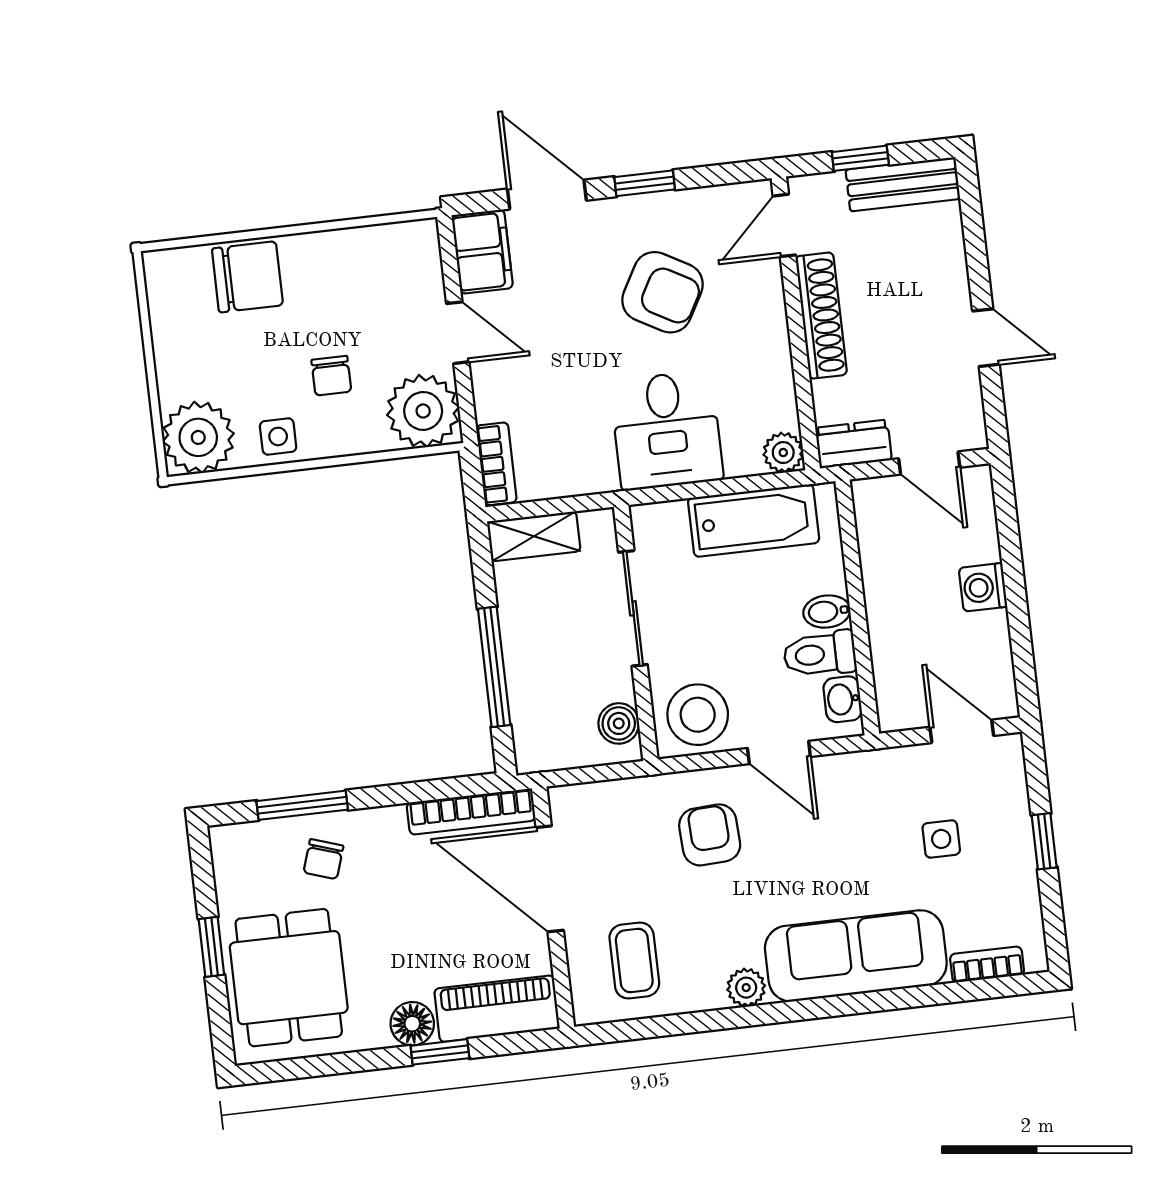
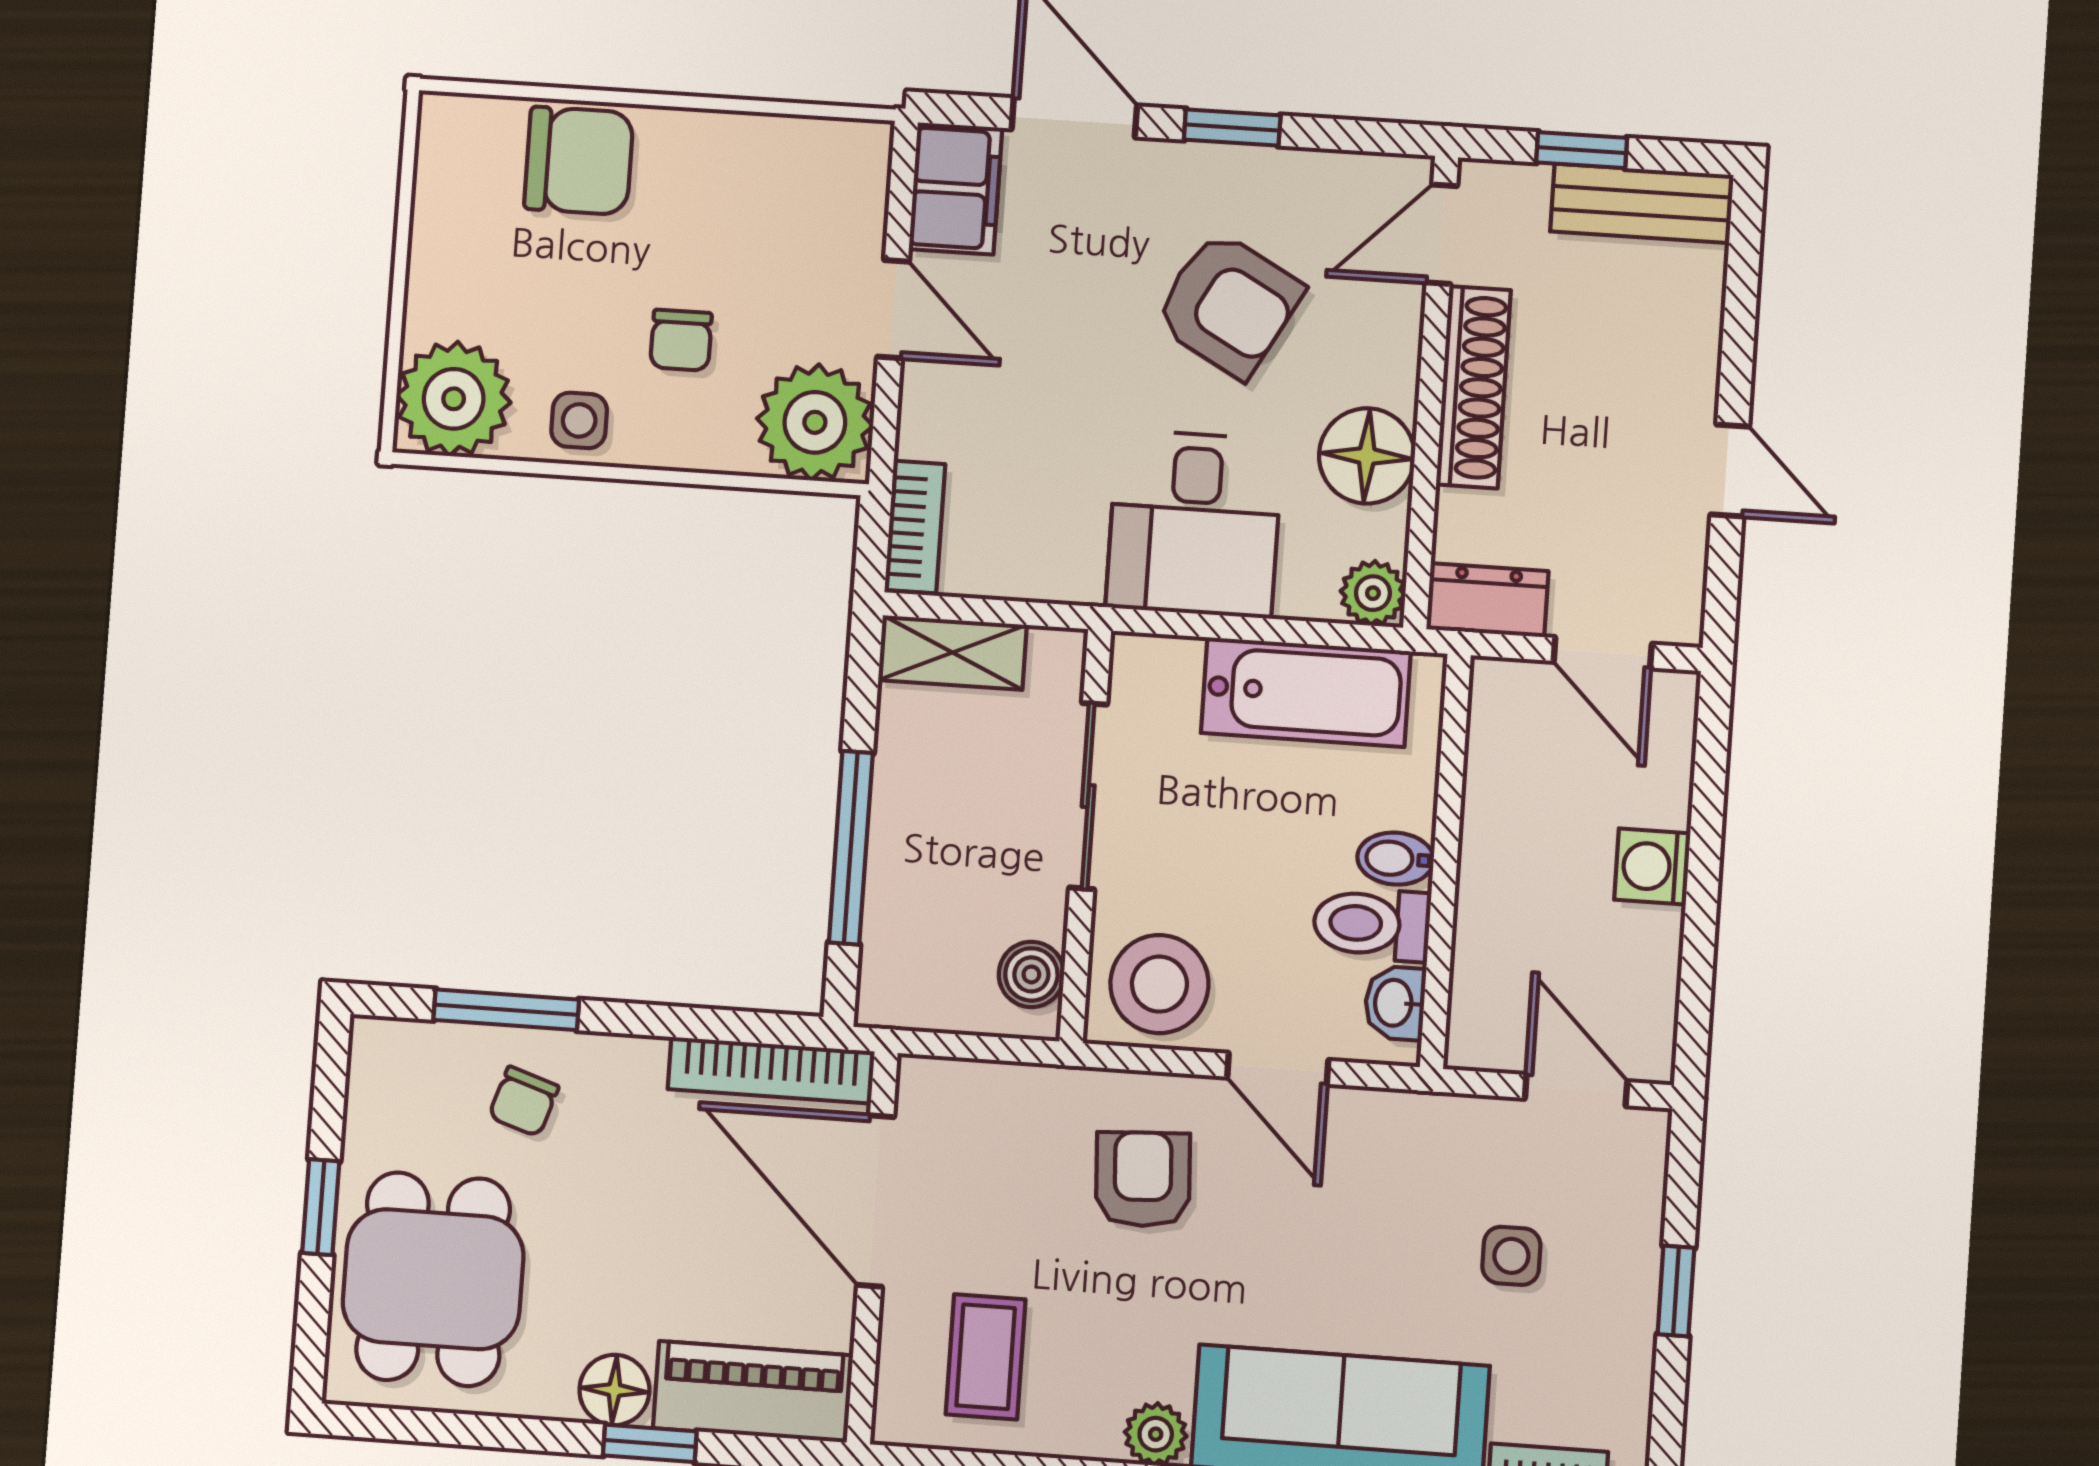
floor lamp: (764, 369) -> (1367, 456), added

